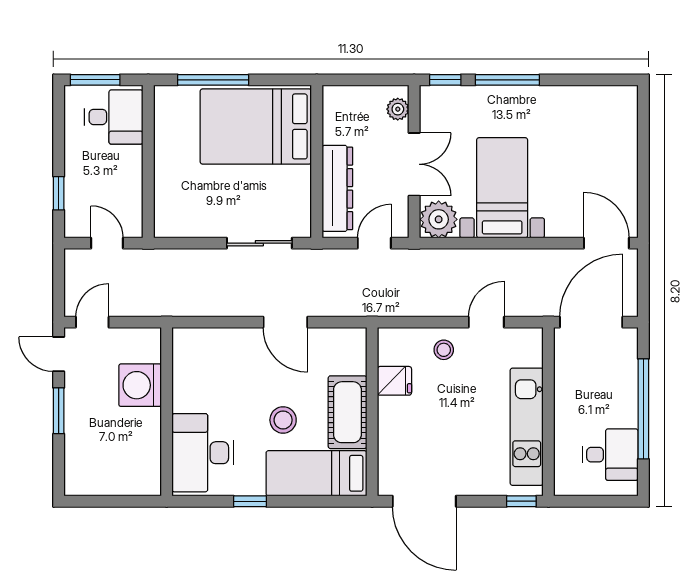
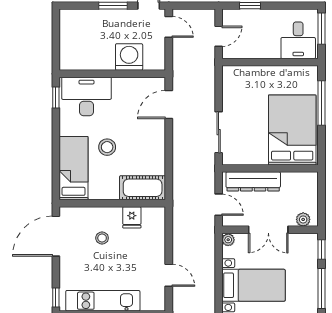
plant: (439, 219) -> (228, 240), width x0.53, depth x0.53
door: (285, 322) -> (169, 105), moved
stool: (444, 350) -> (102, 238), moved
cot: (347, 412) -> (143, 188), moved
window: (250, 501) -> (56, 98), moved

